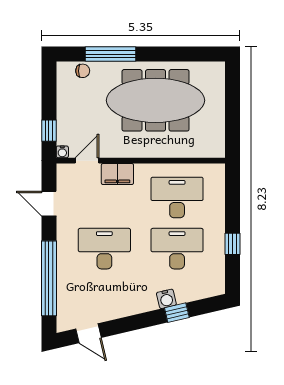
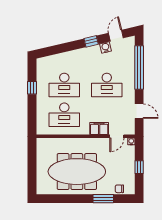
window: (110, 54) -> (103, 199), width x0.69
window: (49, 131) -> (139, 167), moved
water cooler: (166, 299) -> (106, 47), moved
window: (177, 313) -> (91, 41), moved
door: (89, 333) -> (116, 36), hinge flipped

